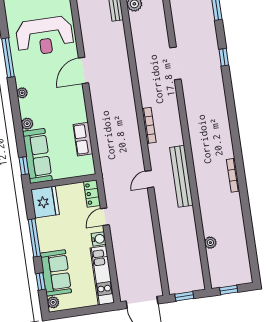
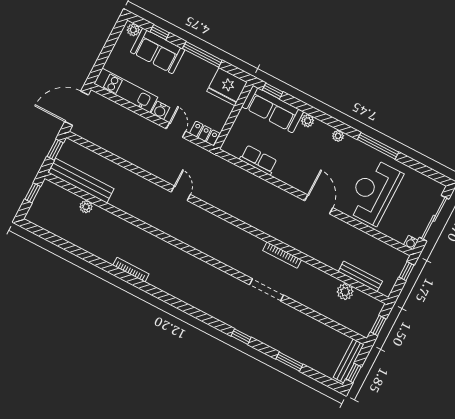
bookcase: (149, 125) -> (282, 255), moved
bench: (181, 176) -> (81, 181), moved

